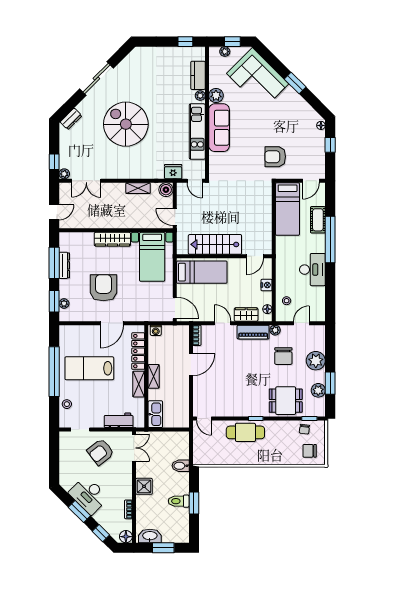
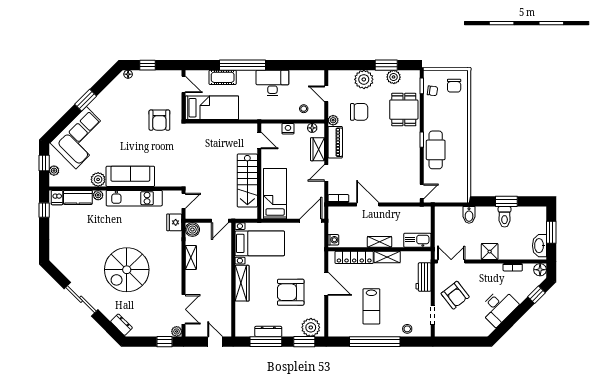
dishwasher: (198, 55) -> (57, 198), added
plant: (64, 303) -> (311, 327), width x1.87, depth x1.87
lab bench: (89, 368) -> (371, 306), width x0.73, depth x0.72
window: (79, 511) -> (515, 316), removed

